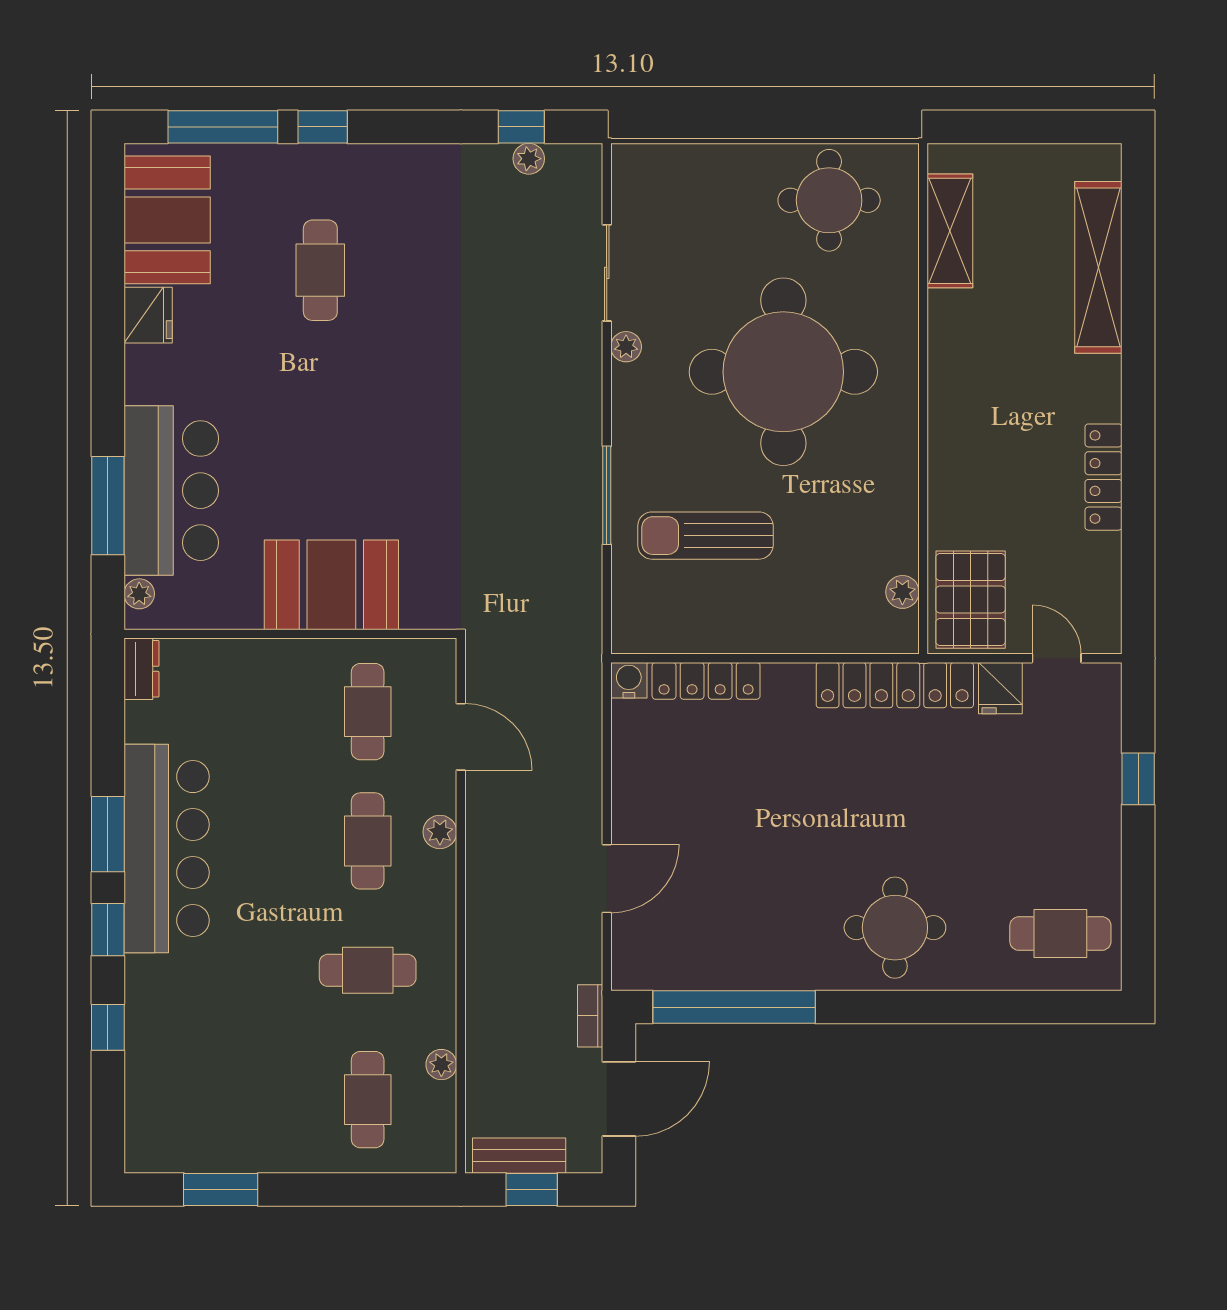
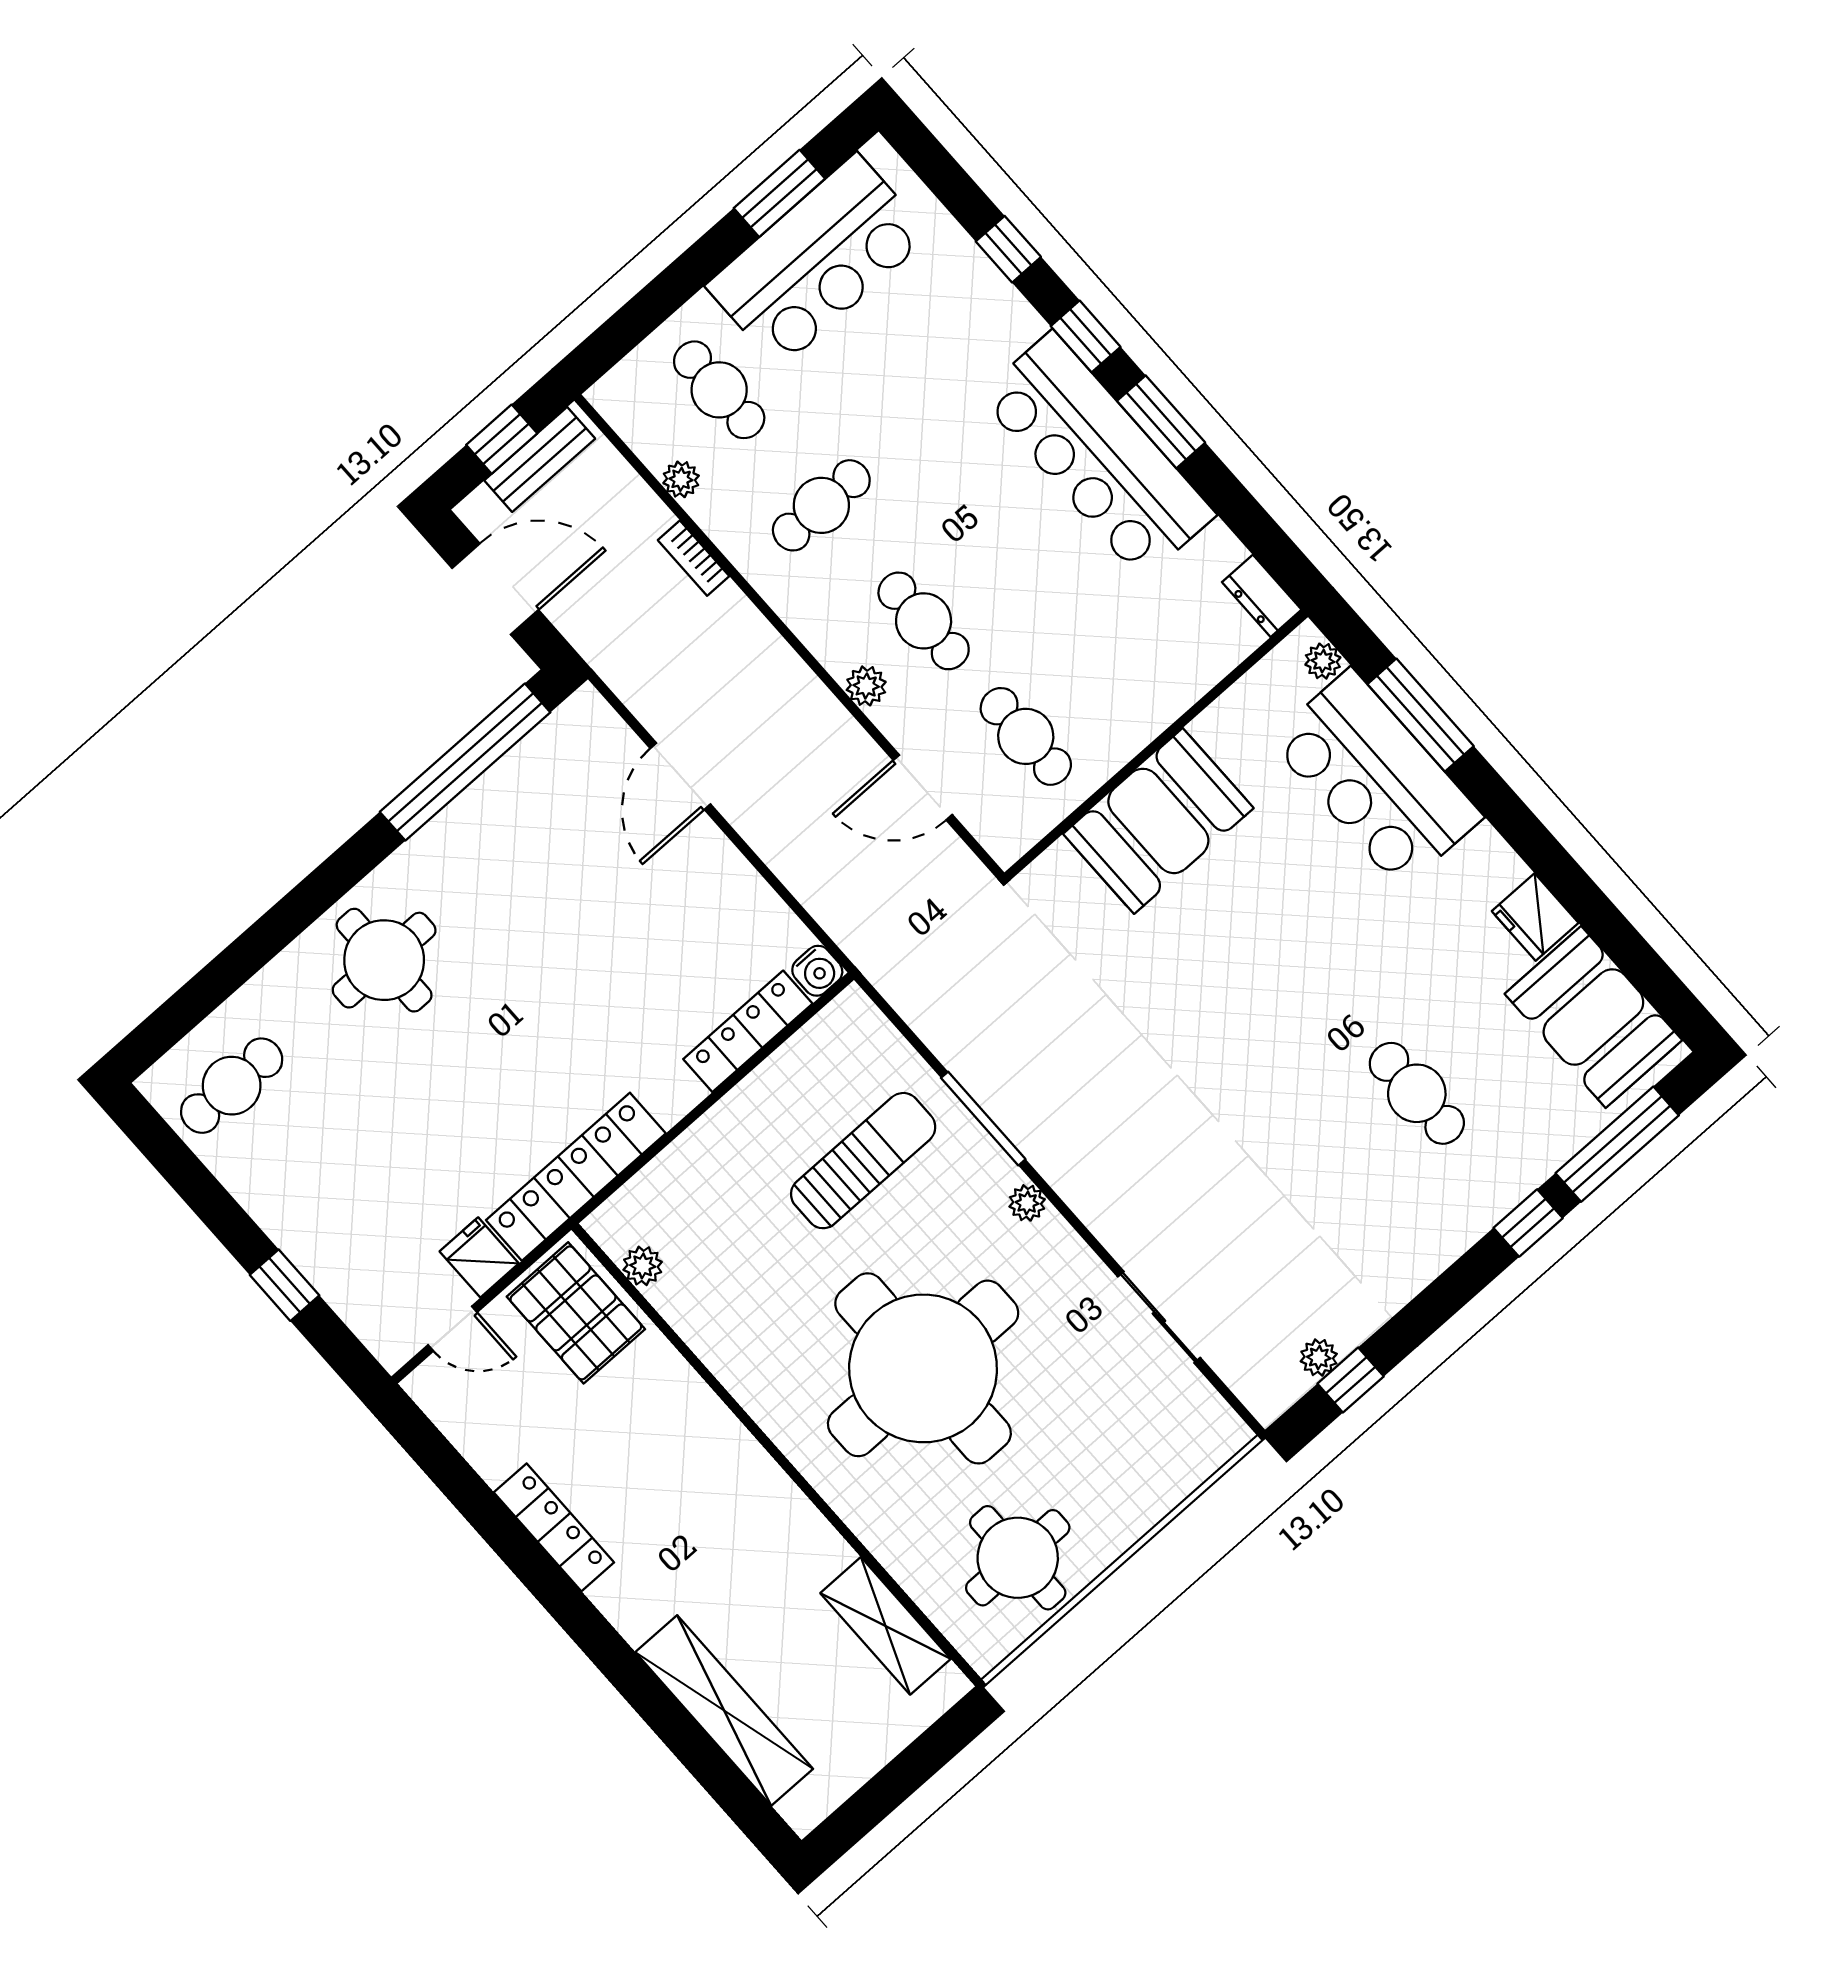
plant: (626, 347) -> (1027, 1203), moved
bookcase: (590, 1016) -> (694, 558), moved, turned 180
door: (619, 1099) -> (495, 589), swing flipped
bar counter: (234, 1126) -> (818, 261), added

